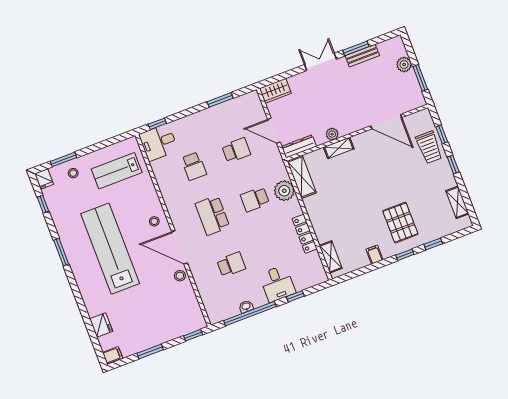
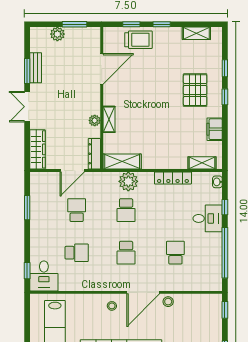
wardrobe: (275, 91) -> (38, 149), width x1.50
school desk: (213, 215) -> (126, 253), width x0.54
pallet: (400, 223) -> (195, 90), turned 90
filing cabinet: (374, 255) -> (215, 129), width x2.00
washbasin: (246, 307) -> (217, 182), moved

